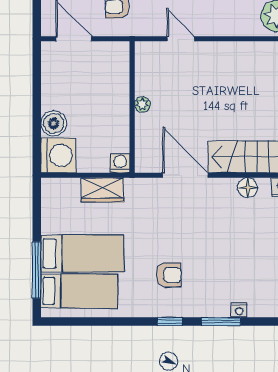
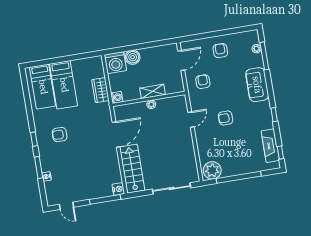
shelving: (120, 98) -> (153, 91), added
floor lamp: (248, 188) -> (115, 170), removed
window: (37, 270) -> (50, 61), removed
armchair: (169, 275) -> (60, 135), turned 91

